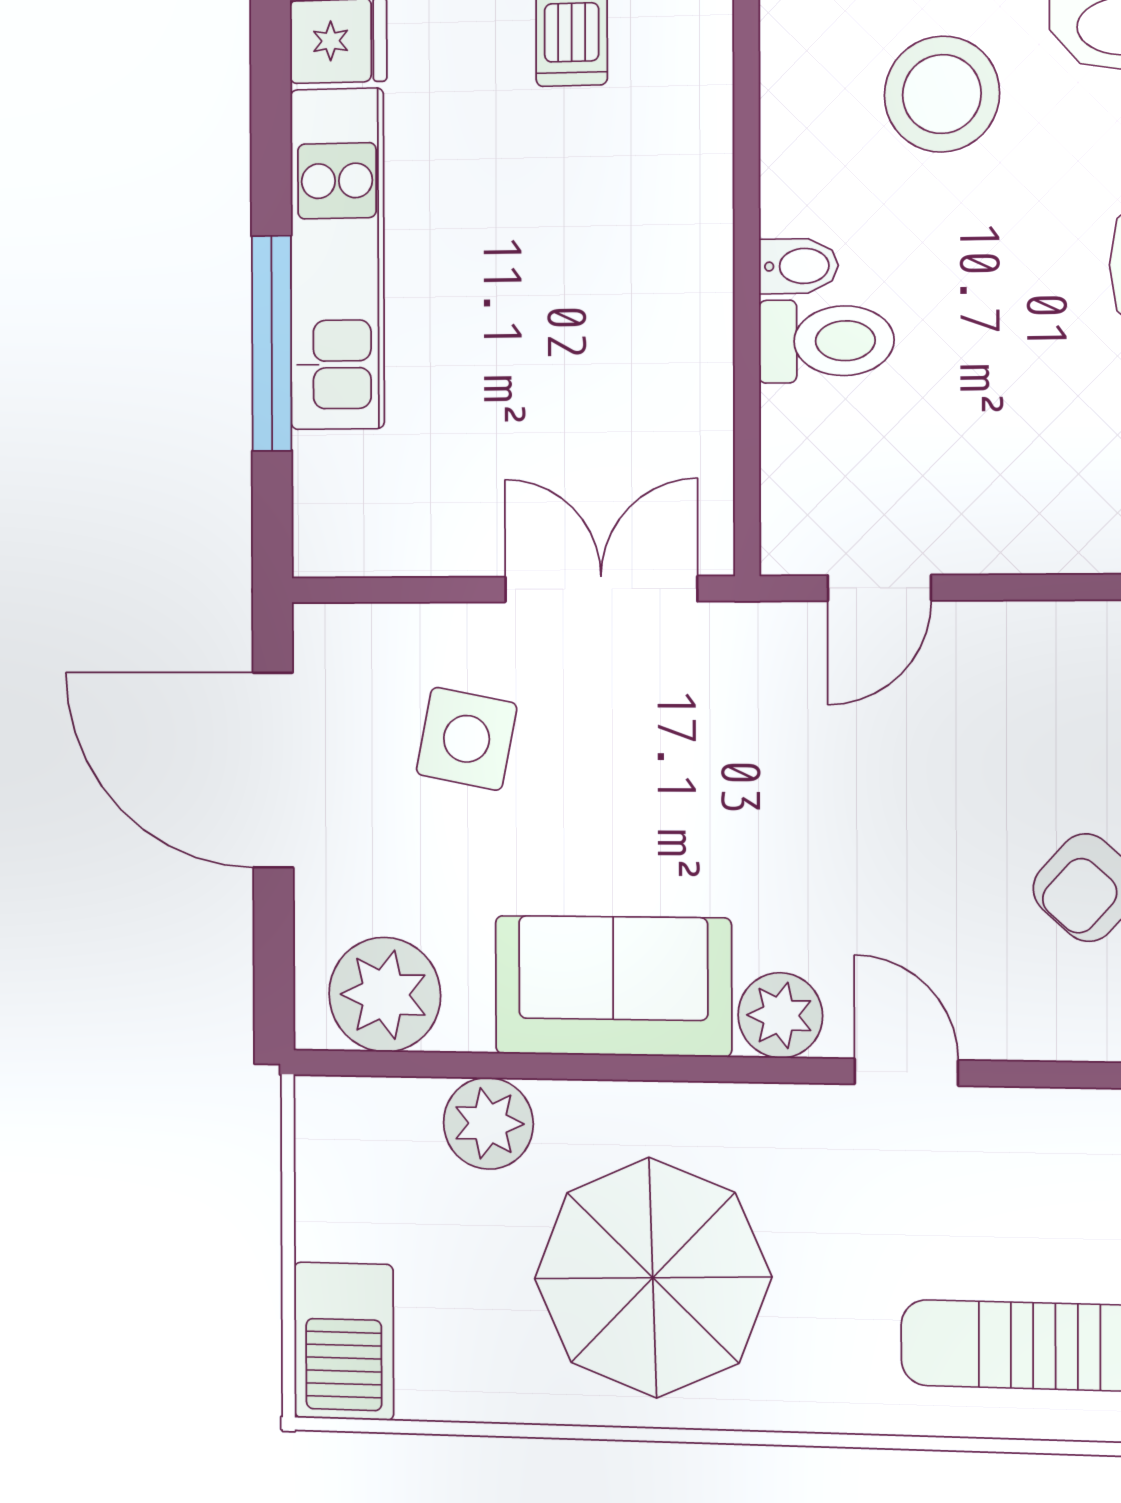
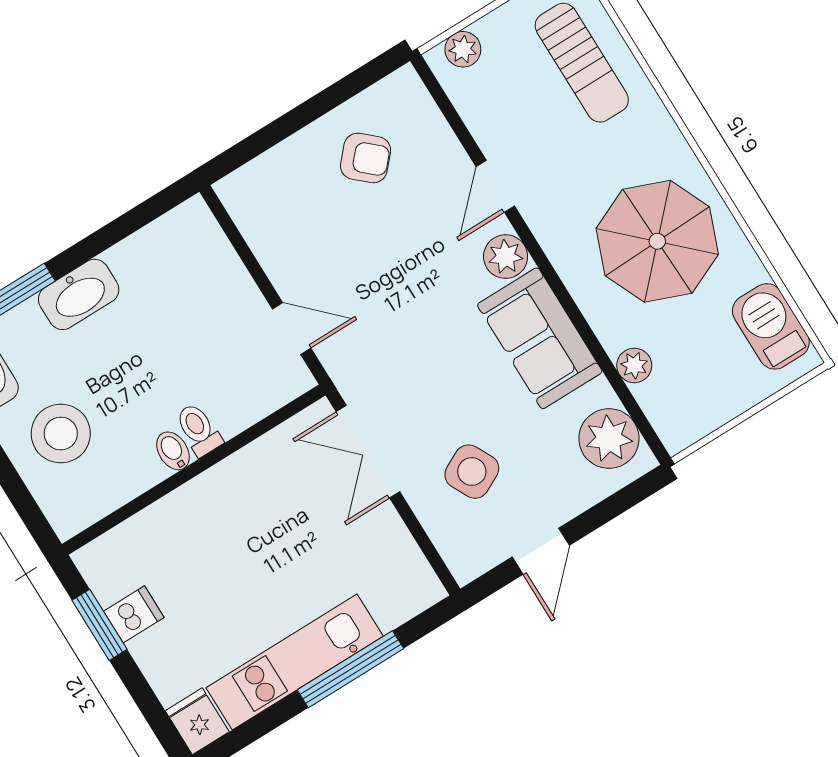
toilet: (826, 341) -> (199, 430), width x0.73, depth x0.72
side table: (467, 739) -> (472, 472), turned -38
door: (273, 770) -> (541, 551), width x0.53
plant: (488, 1123) -> (634, 365), width x0.73, depth x0.73
barbecue: (344, 1341) -> (771, 326), moved, turned -90

